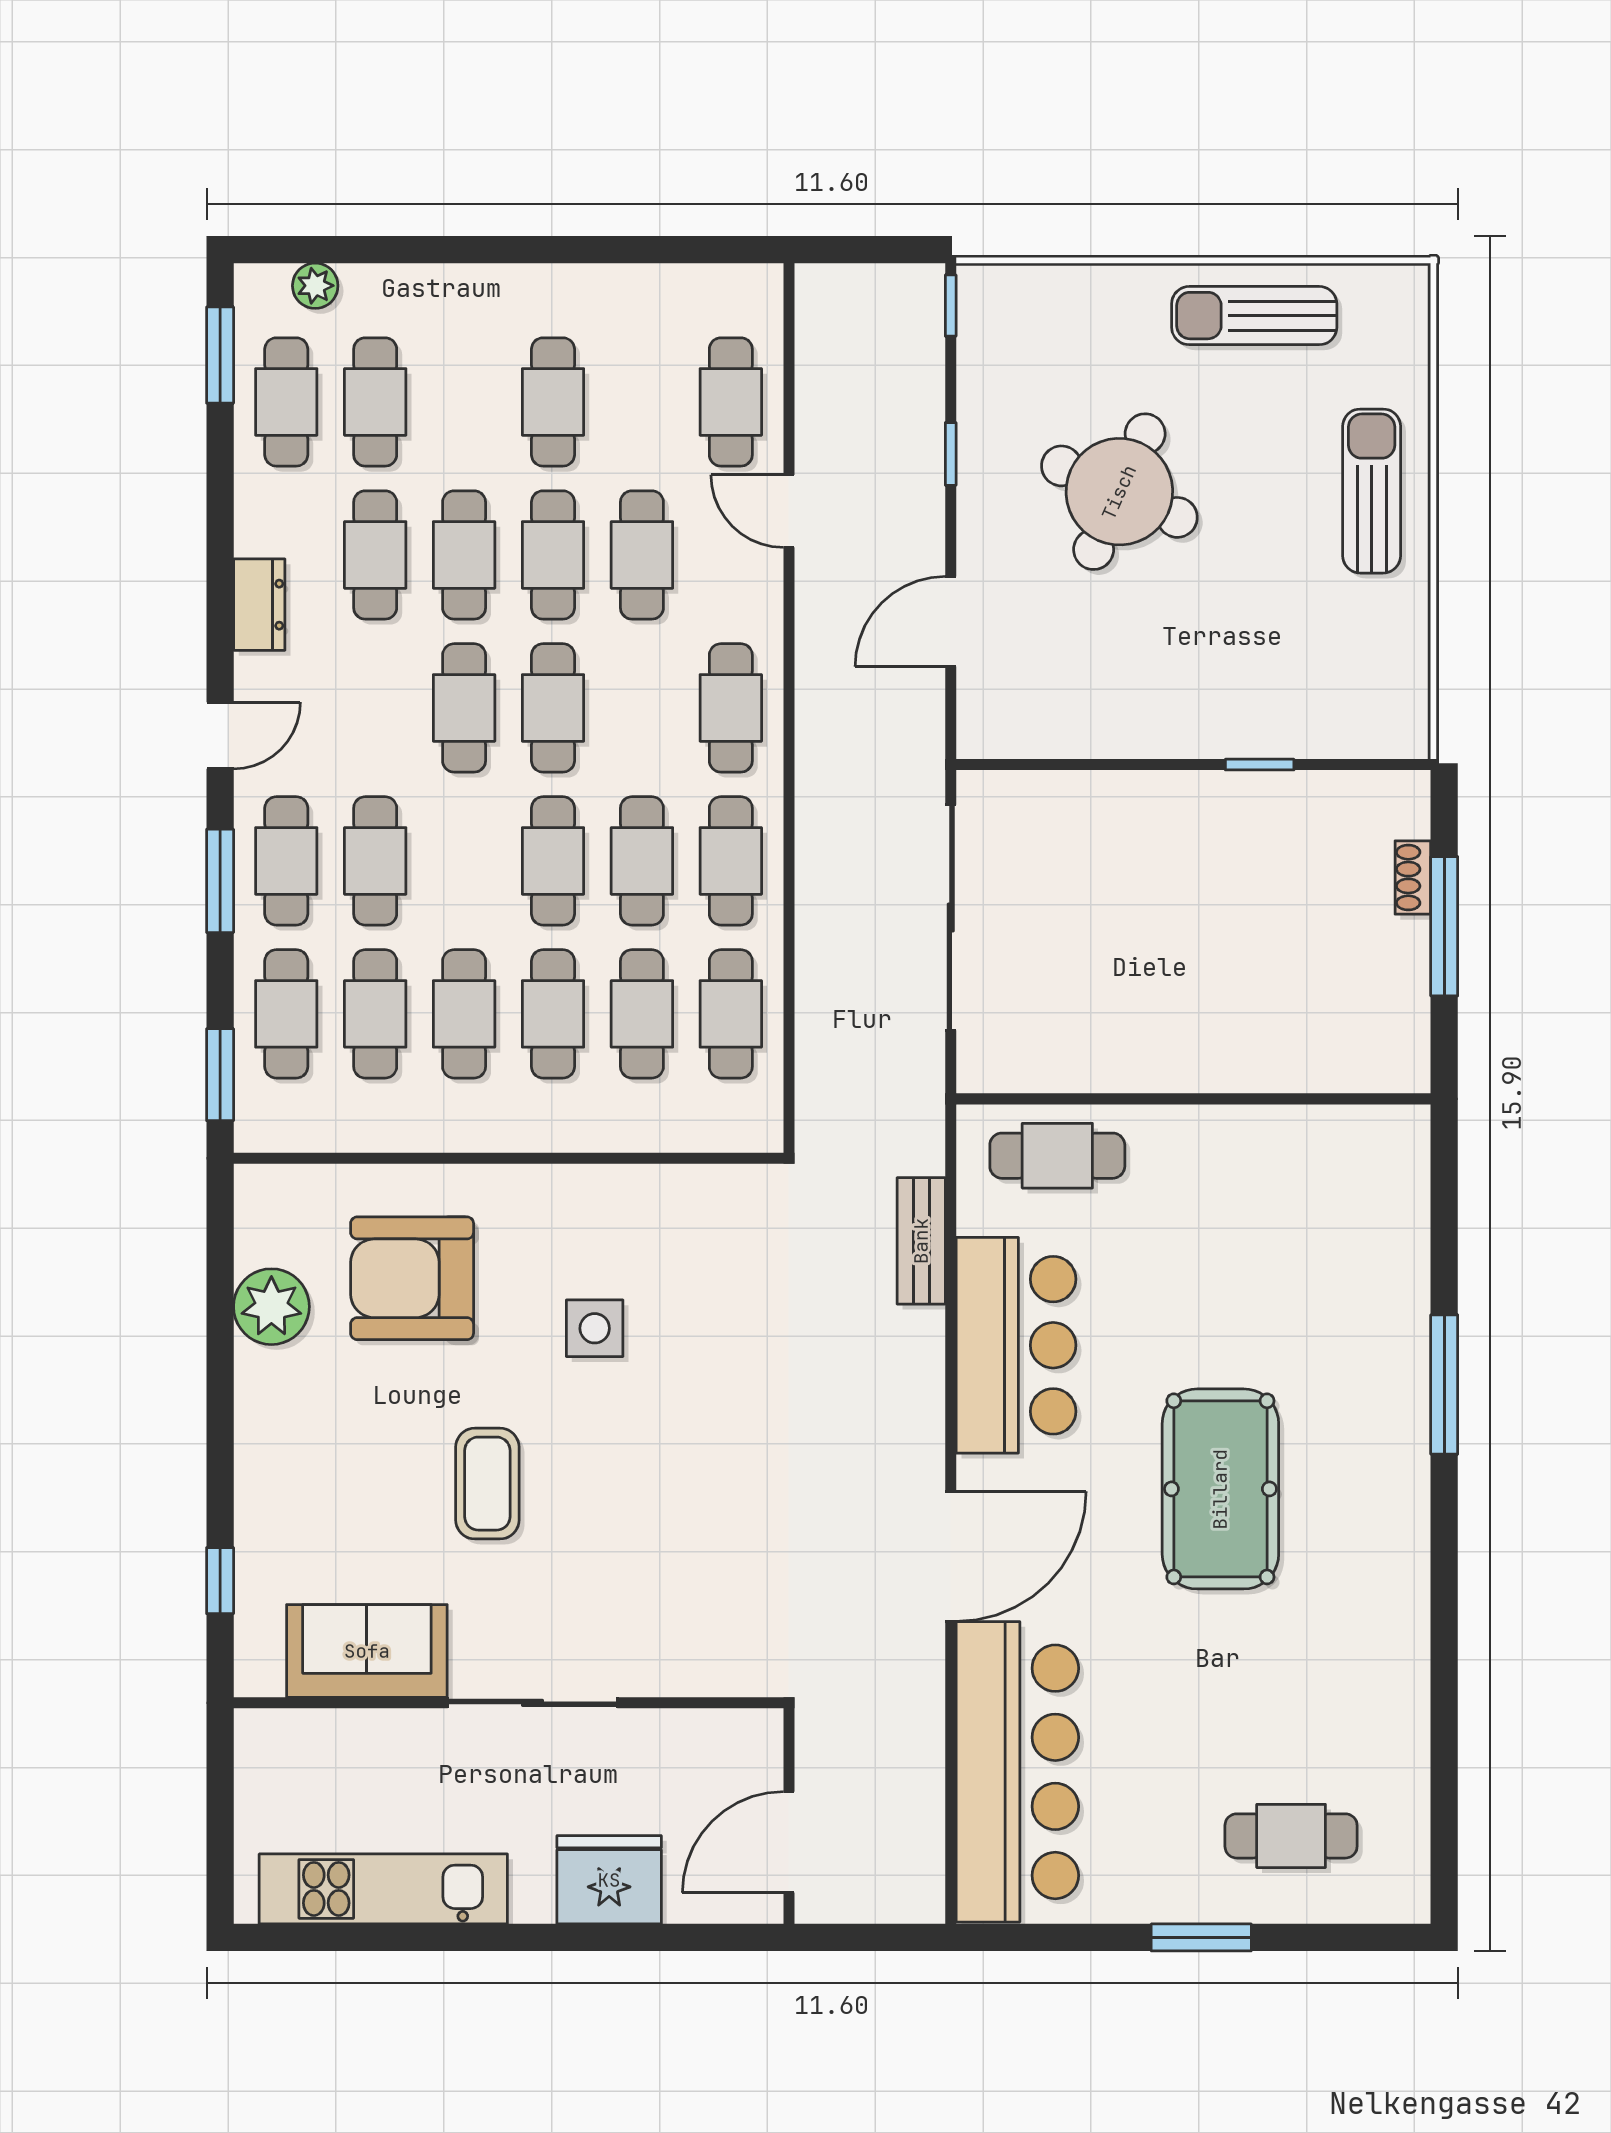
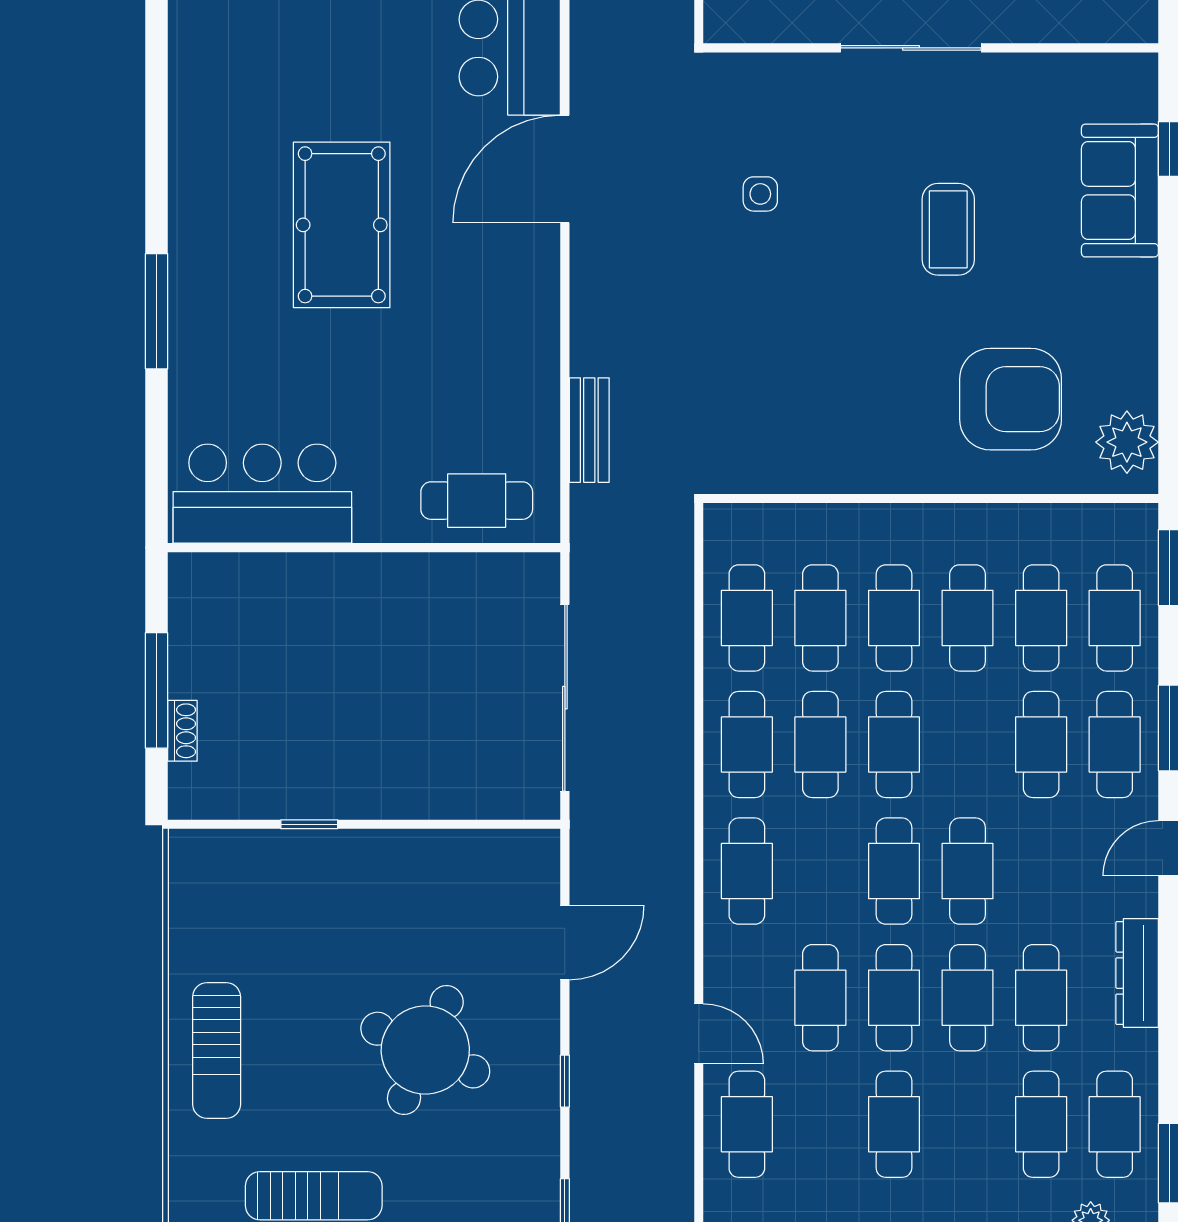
dresser: (259, 605) -> (1137, 973), width x1.44
plant: (271, 1307) -> (1127, 442), moved
side table: (595, 1328) -> (760, 194), moved, width x0.73, depth x0.73
bar counter: (1016, 1345) -> (262, 494), moved, turned 90
sofa: (367, 1651) -> (1120, 191), moved, turned 90

